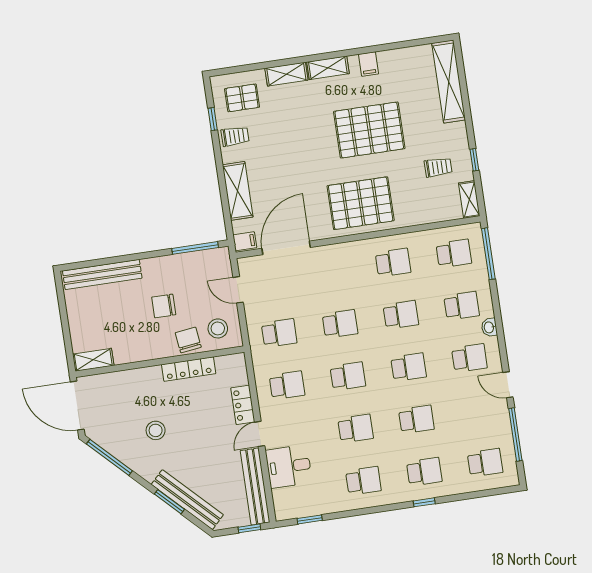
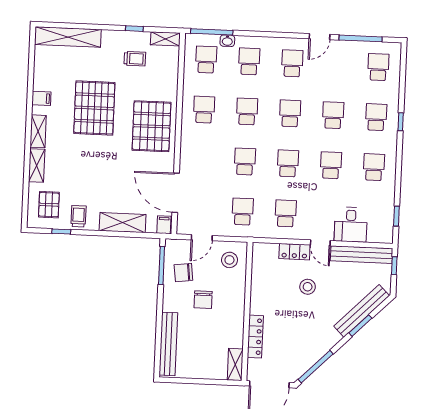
trolley: (438, 167) -> (135, 59), turned 90
washbasin: (489, 327) -> (227, 41), moved
chair: (188, 340) -> (183, 272), moved
locker: (189, 369) -> (255, 337), moved
stool: (156, 430) -> (308, 287), moved

